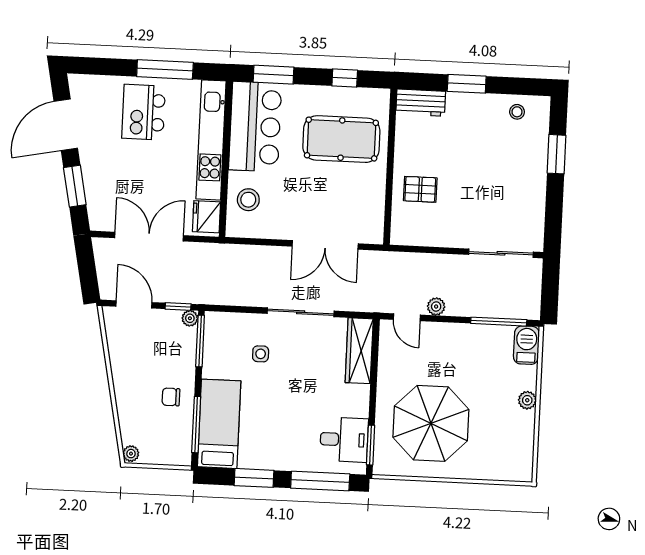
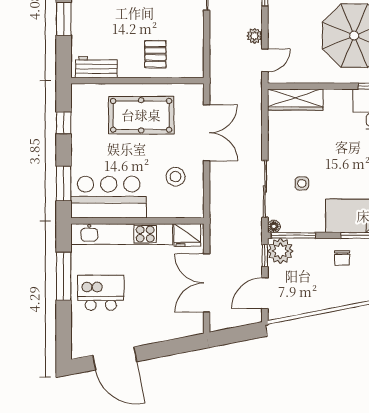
workbench: (421, 103) -> (96, 67), moved, turned -90
kitchen island: (144, 112) -> (101, 293), turned 180
pool table: (341, 139) -> (141, 115), moved, turned 90
window: (75, 186) -> (167, 348), removed
stool: (248, 200) -> (175, 177), moved
sliding door: (301, 312) -> (265, 189), moved
plant: (190, 318) -> (280, 251), width x1.87, depth x1.87
floor lamp: (212, 319) -> (274, 226), added

